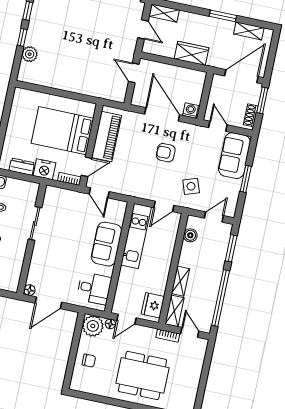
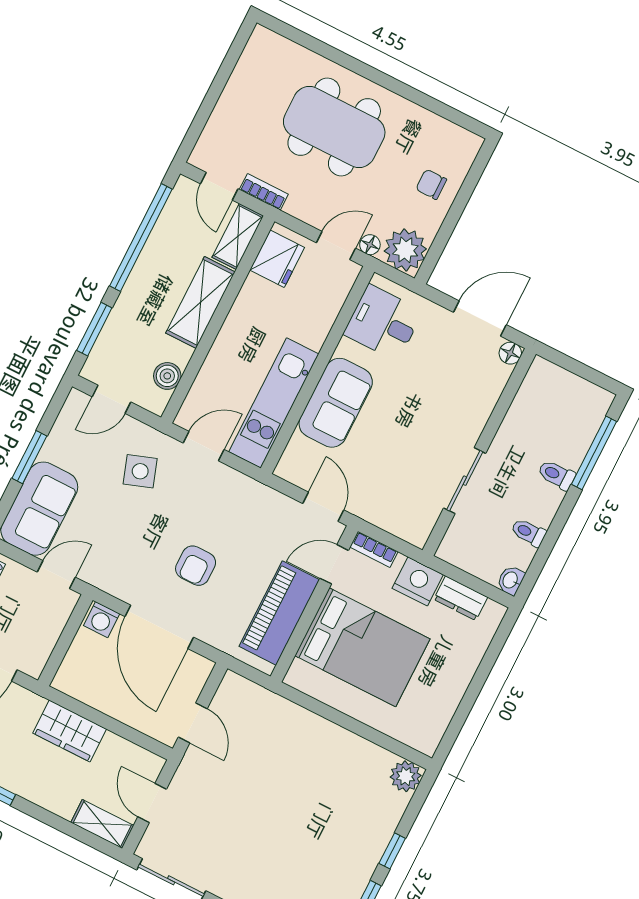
plant: (30, 54) -> (406, 776), moved
door: (218, 126) -> (56, 575), swing flipped
armchair: (166, 153) -> (196, 566), moved, turned 90
shelving: (180, 281) -> (200, 302), width x1.50, depth x1.33

